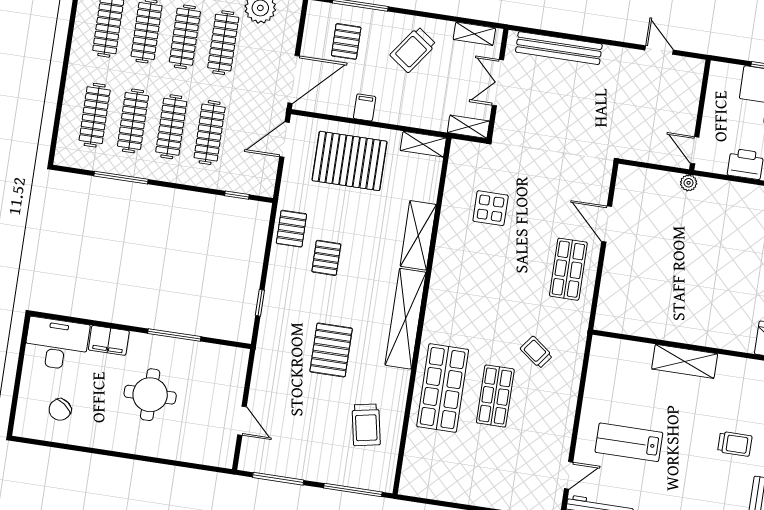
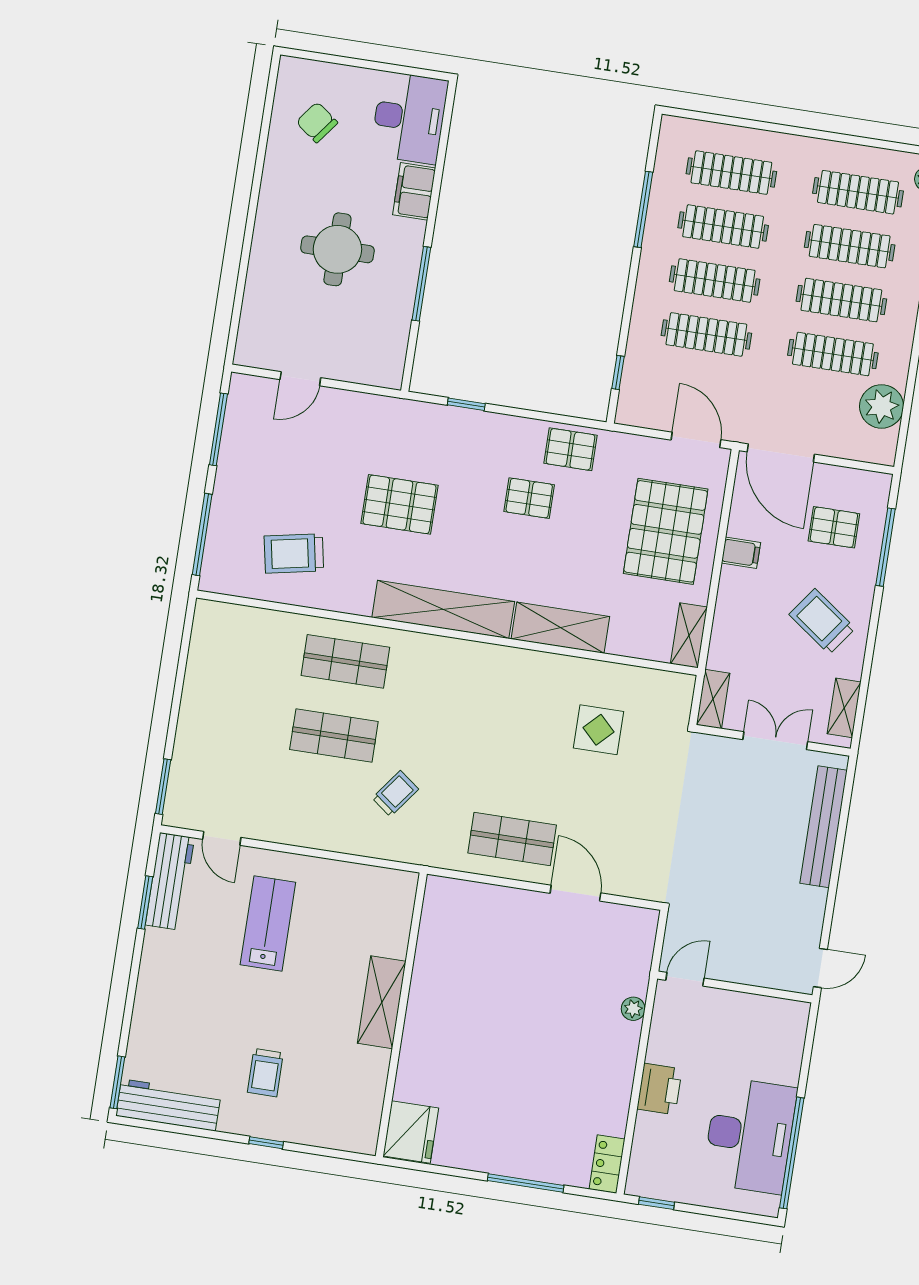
wall: (700, 115) -> (735, 987), moved
door: (695, 150) -> (685, 979), moved
door: (607, 224) -> (575, 893), hinge flipped
shop shelf: (443, 388) -> (345, 661), width x0.70, depth x0.74

